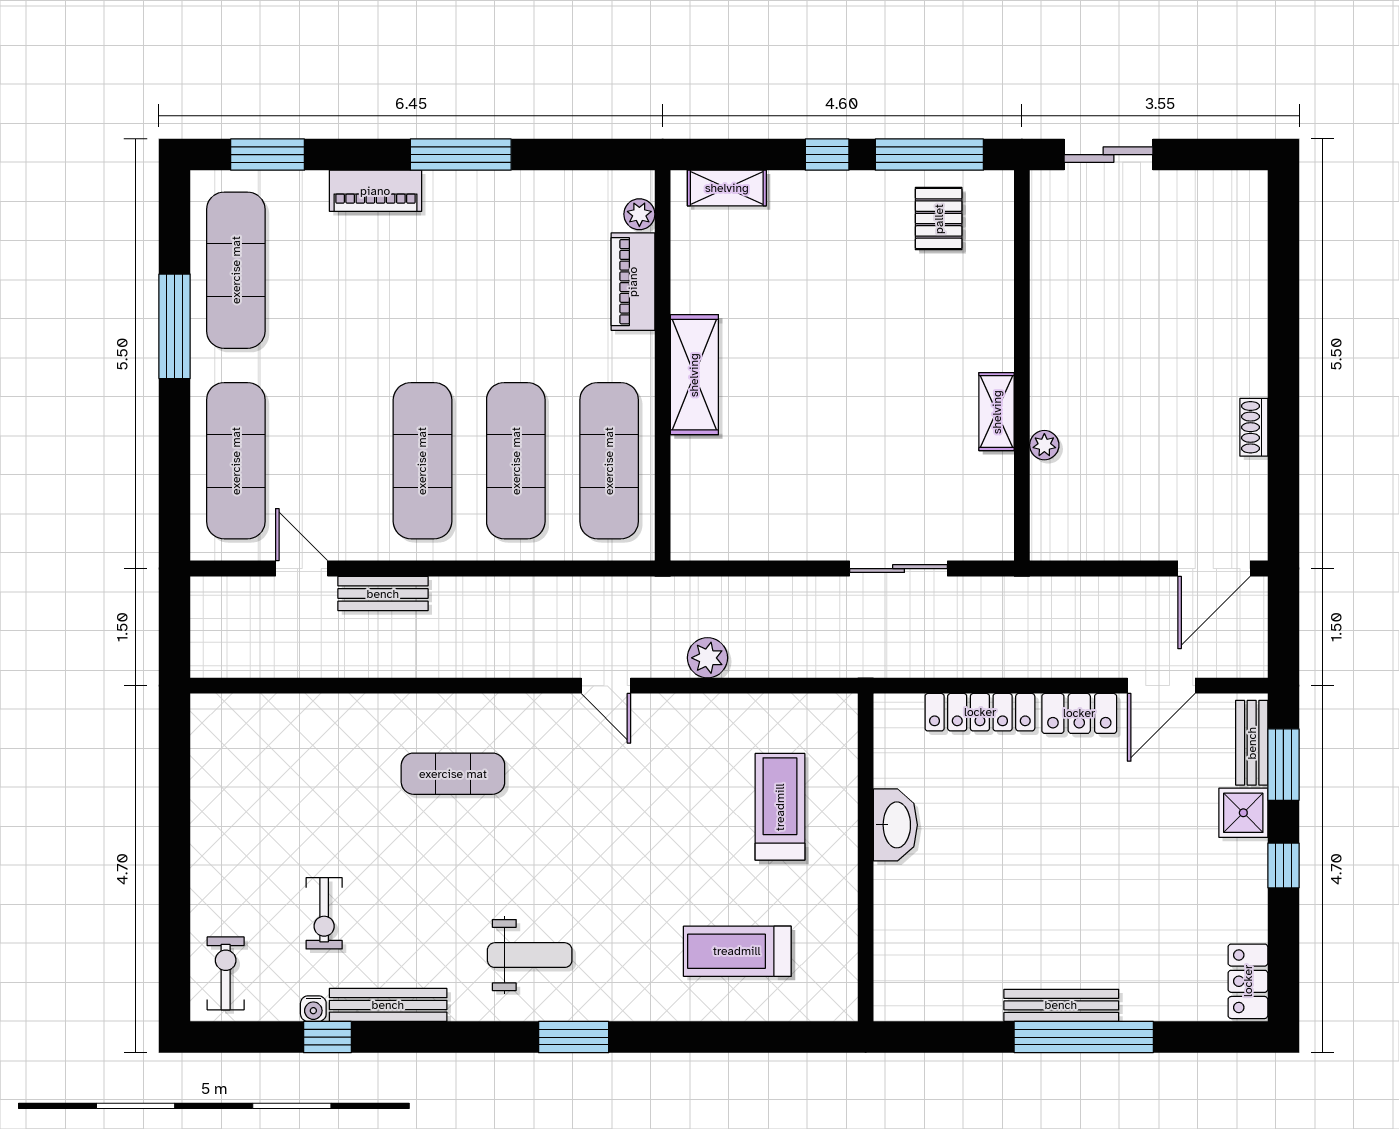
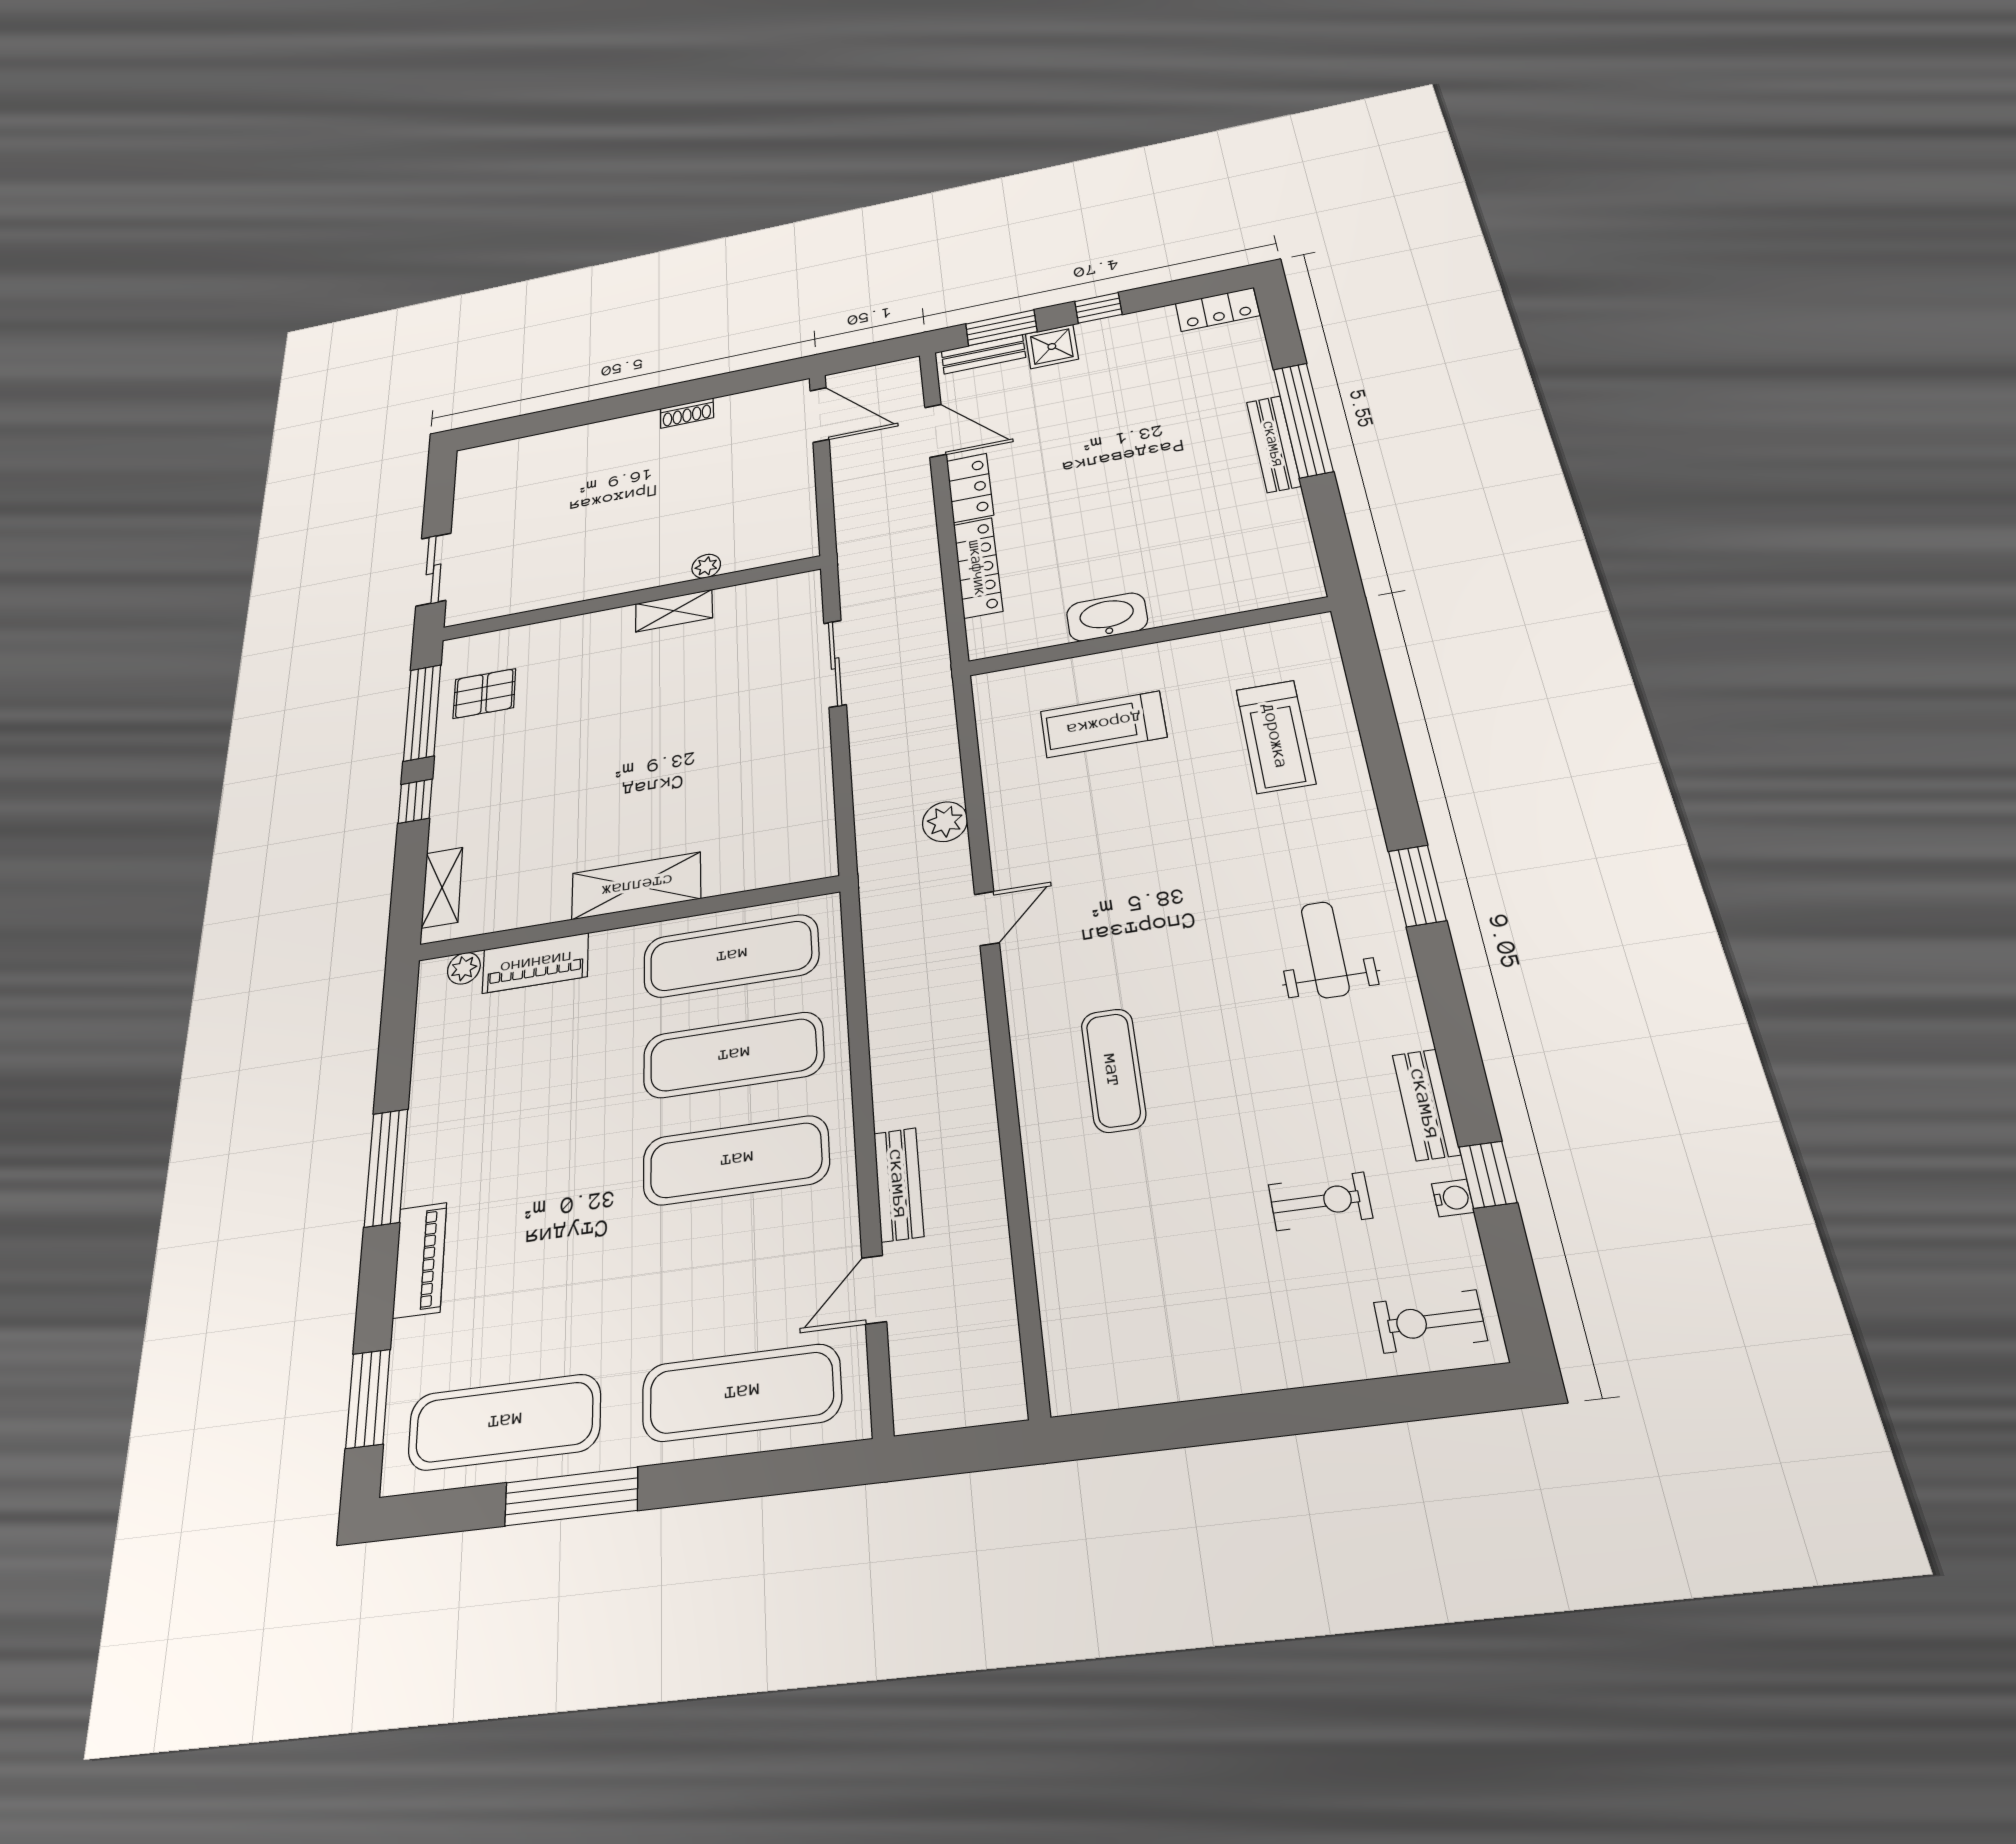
bench: (388, 1005) -> (1426, 1104), width x0.73

